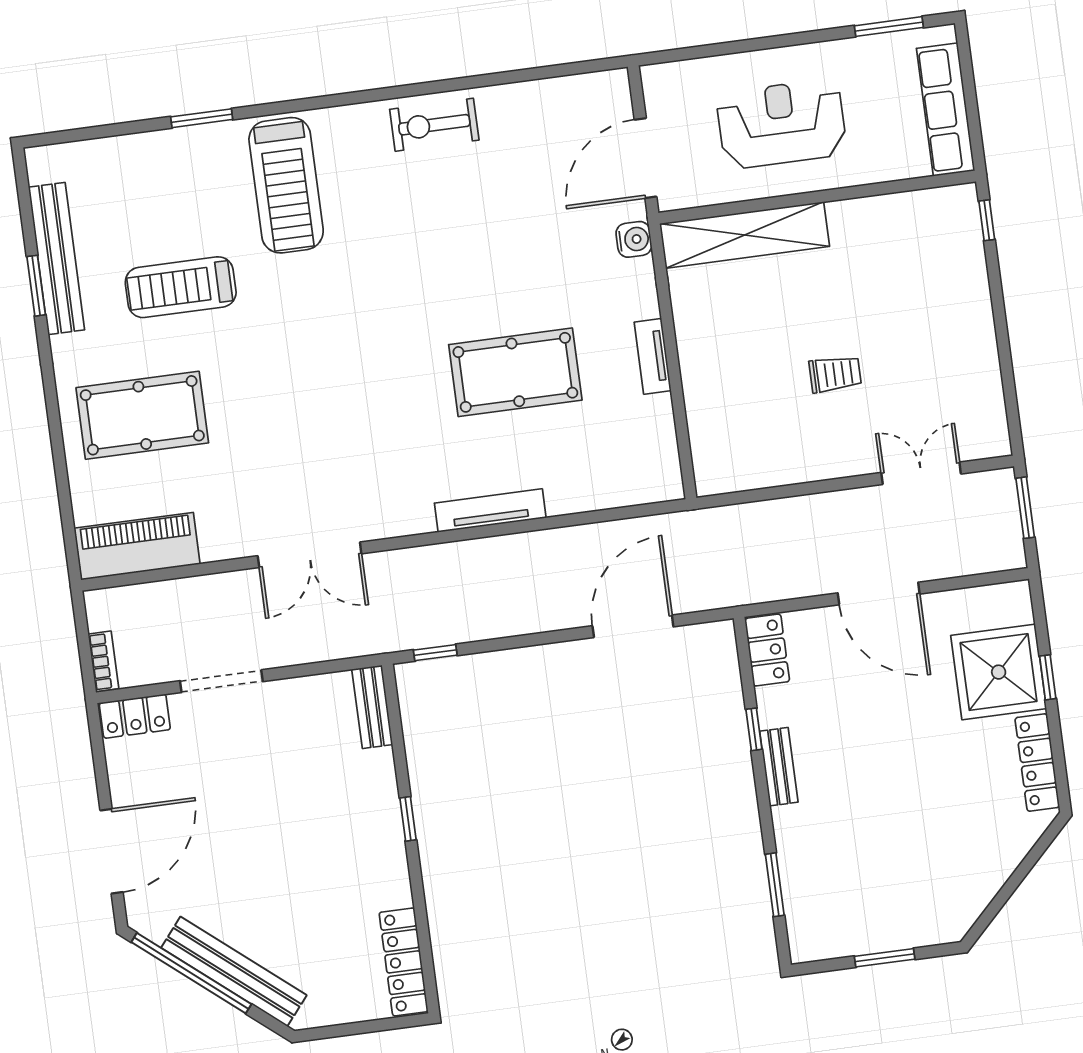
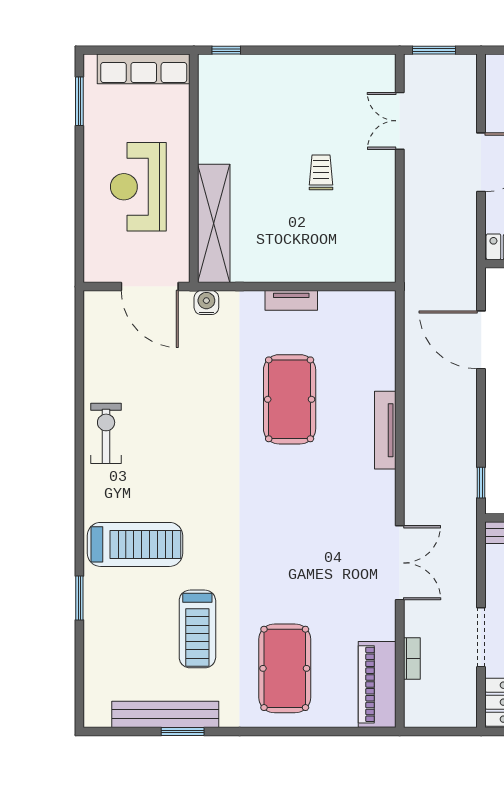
exercise bike: (434, 125) -> (106, 433), turned 180
bookcase: (103, 661) -> (412, 658), moved, turned 90

